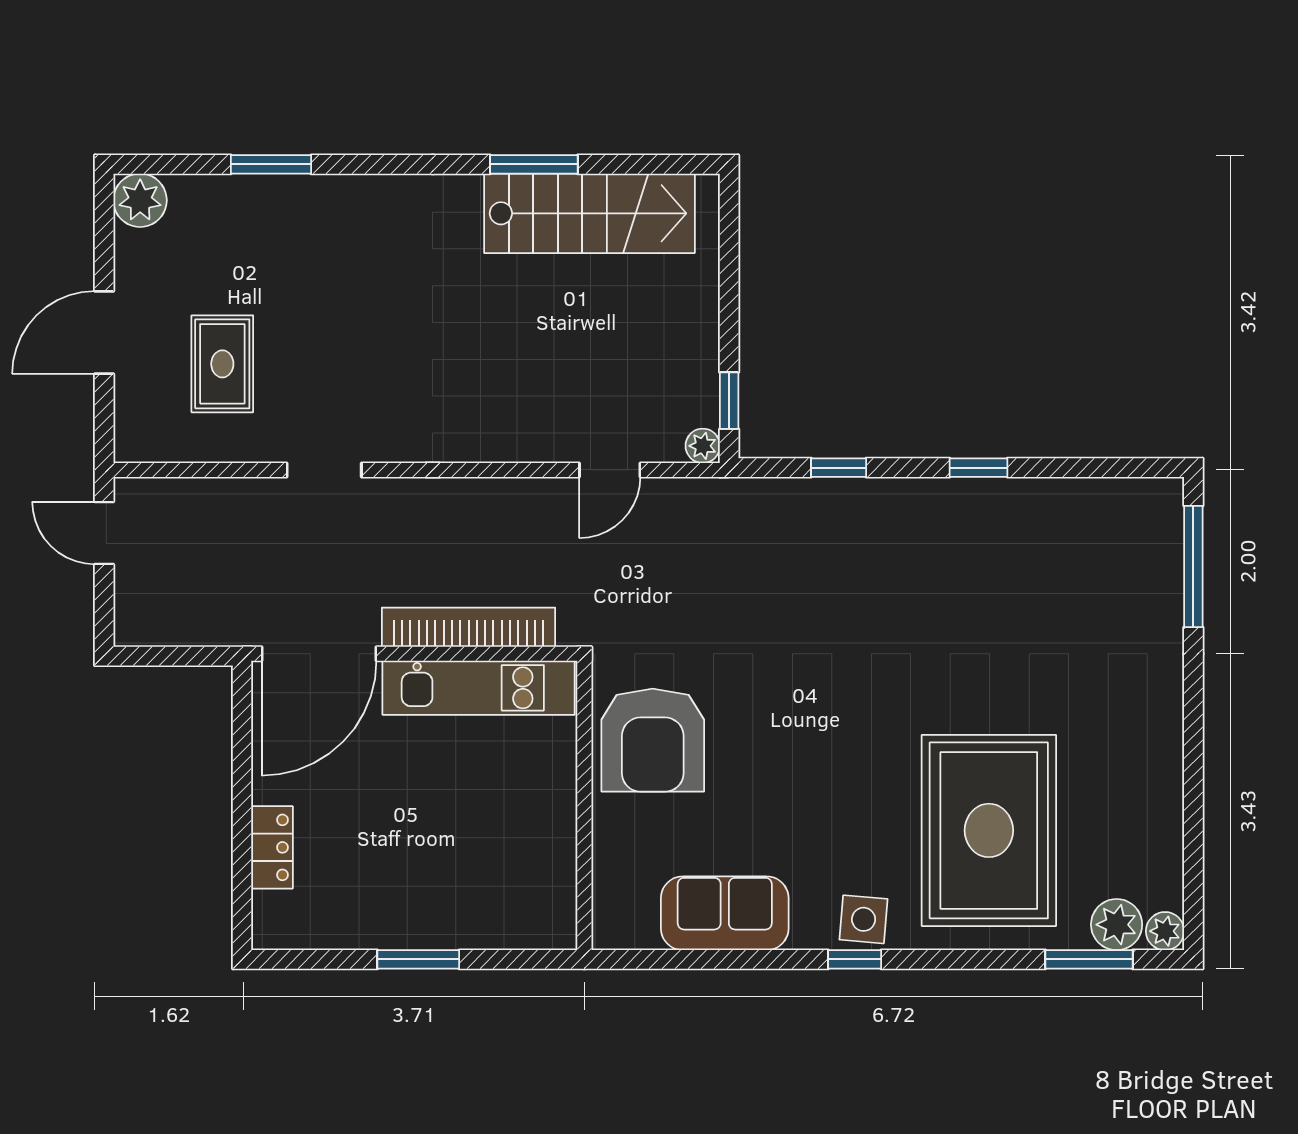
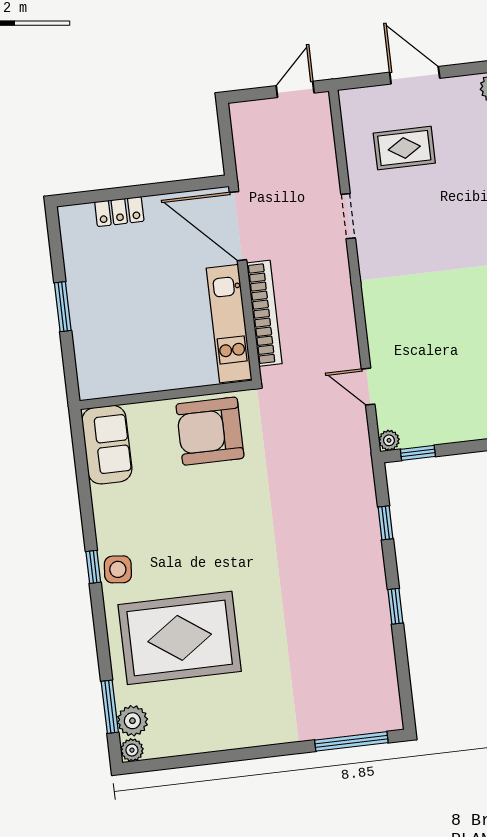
sofa: (725, 913) -> (107, 445), moved

